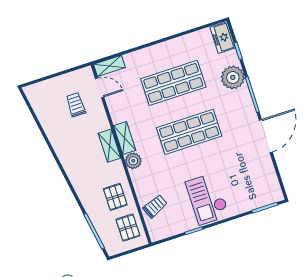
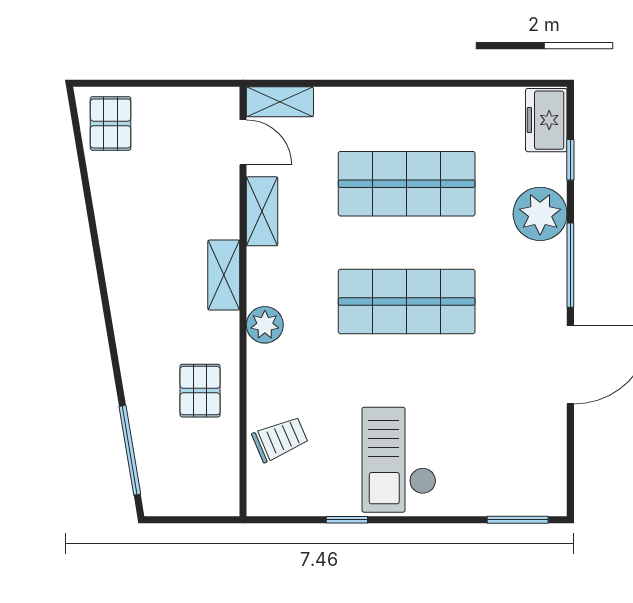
trolley: (76, 105) -> (179, 162), removed
shelving: (125, 138) -> (262, 211), moved
pallet: (128, 228) -> (111, 123), moved

